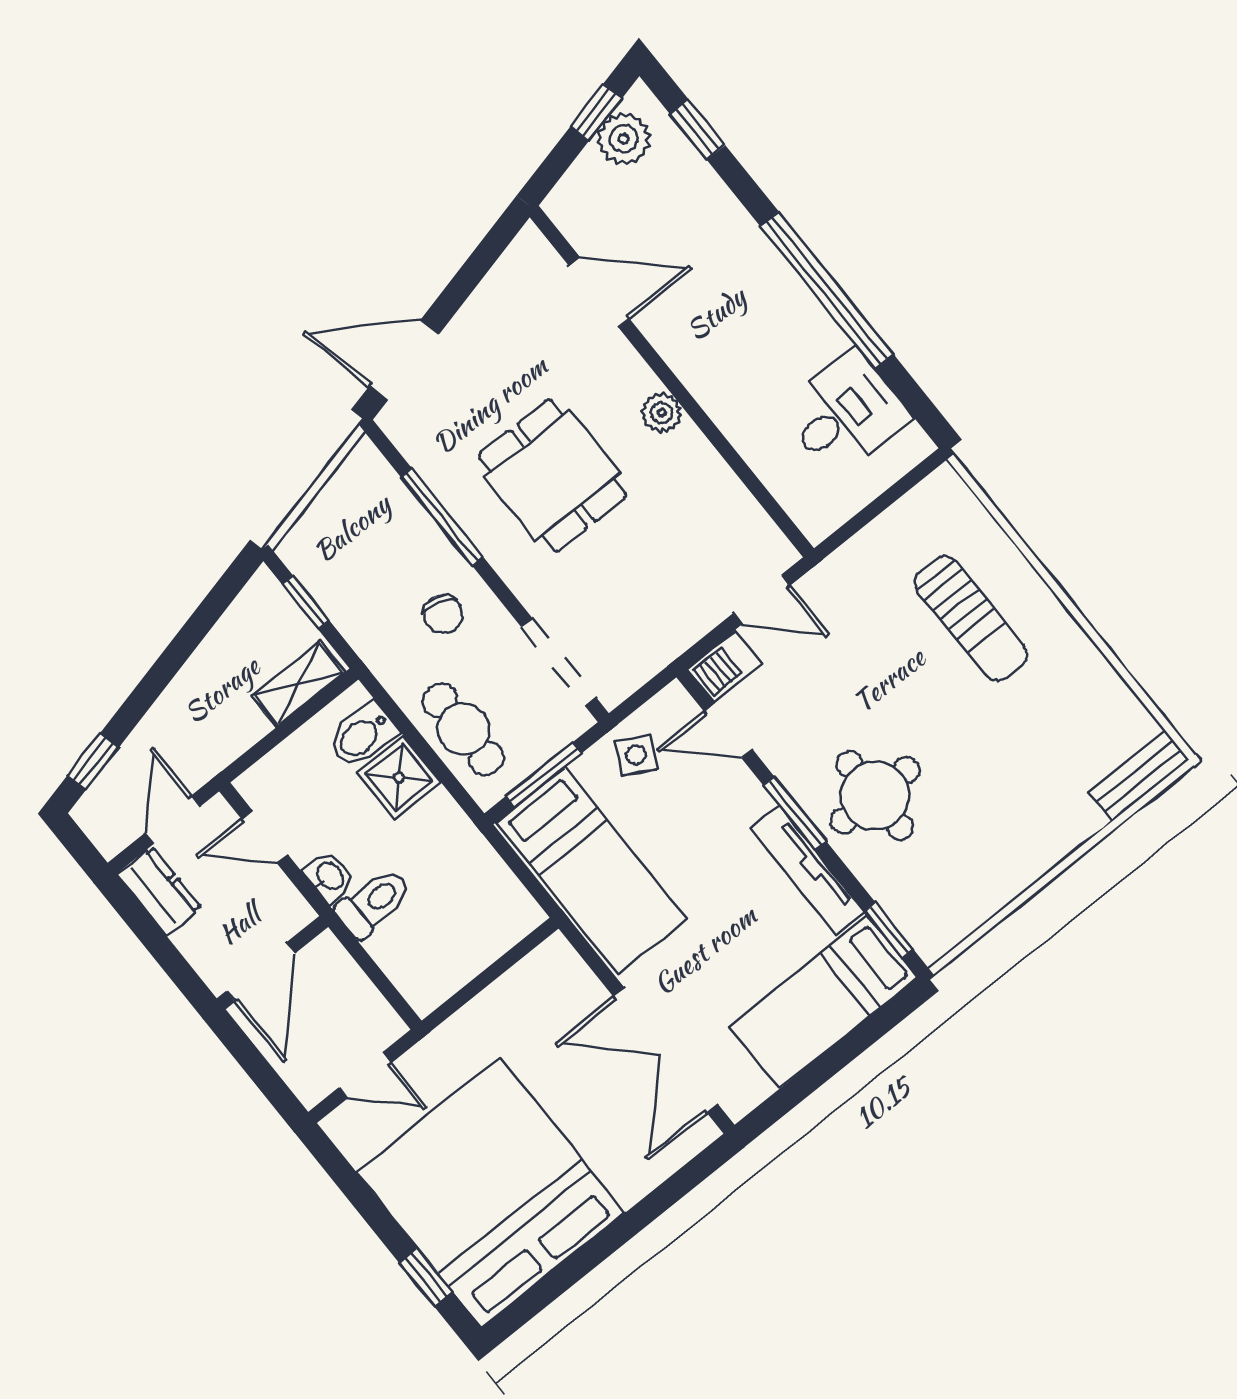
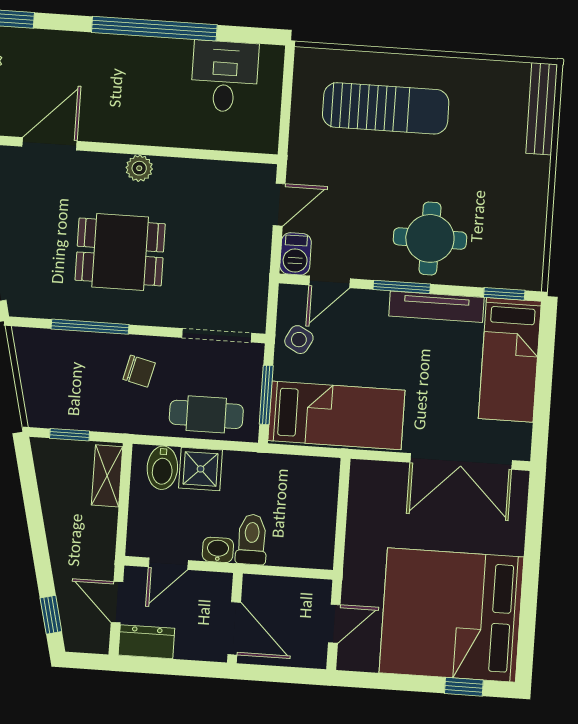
sun lounger: (971, 619) -> (386, 108), width x1.36, depth x1.34
bench: (1139, 776) -> (542, 109), width x1.36

